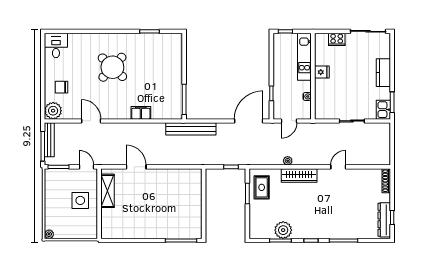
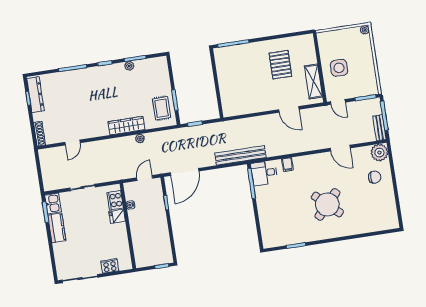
desk: (56, 45) -> (264, 173), moved, turned 90
kitchen unit: (304, 57) -> (139, 244), removed
fridge: (322, 72) -> (117, 216), moved
kitchen counter: (383, 73) -> (57, 228), moved
cooker: (322, 103) -> (115, 200), added
filing cabinet: (141, 113) -> (288, 164), width x0.50
bench: (49, 140) -> (379, 128), width x0.73
door: (338, 167) -> (73, 143), moved
pallet: (138, 212) -> (280, 65), added
plant: (283, 230) -> (129, 66), width x0.53, depth x0.53

